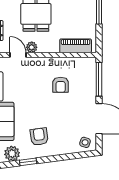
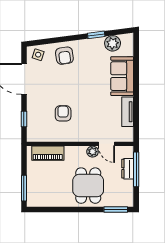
window: (99, 79) -> (24, 119), width x0.46
armchair: (39, 137) -> (64, 56), moved

